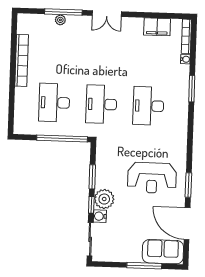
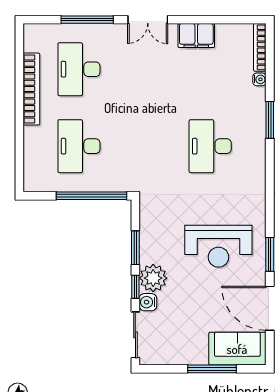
plant: (60, 20) -> (83, 31), removed
filing cabinet: (157, 27) -> (196, 36), moved
desk: (101, 104) -> (79, 69), moved

